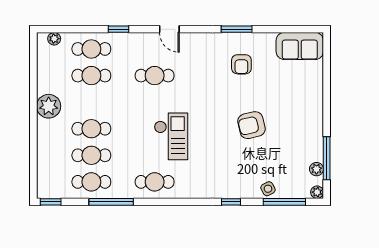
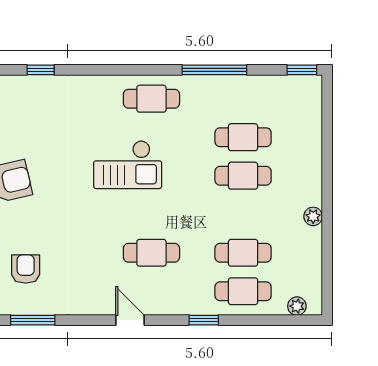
plant: (49, 106) -> (313, 216), width x0.53, depth x0.53
checkout: (171, 136) -> (128, 165), turned -90
cafe table: (91, 182) -> (243, 99), removed

